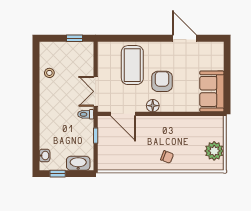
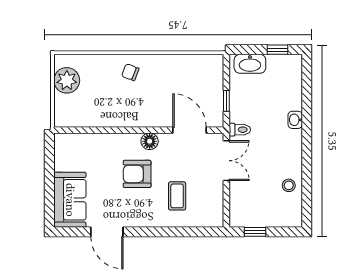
coffee table: (132, 65) -> (177, 196), width x0.54, depth x0.58
armchair: (162, 81) -> (137, 174), turned 90
sofa: (212, 91) -> (70, 200), moved
washbasin: (45, 156) -> (295, 120), moved

